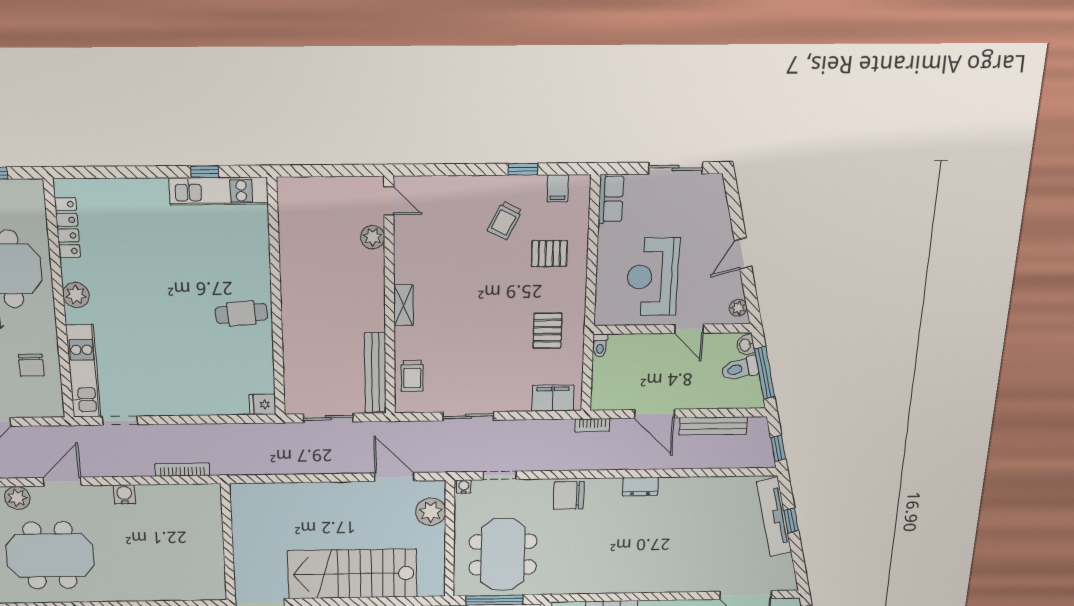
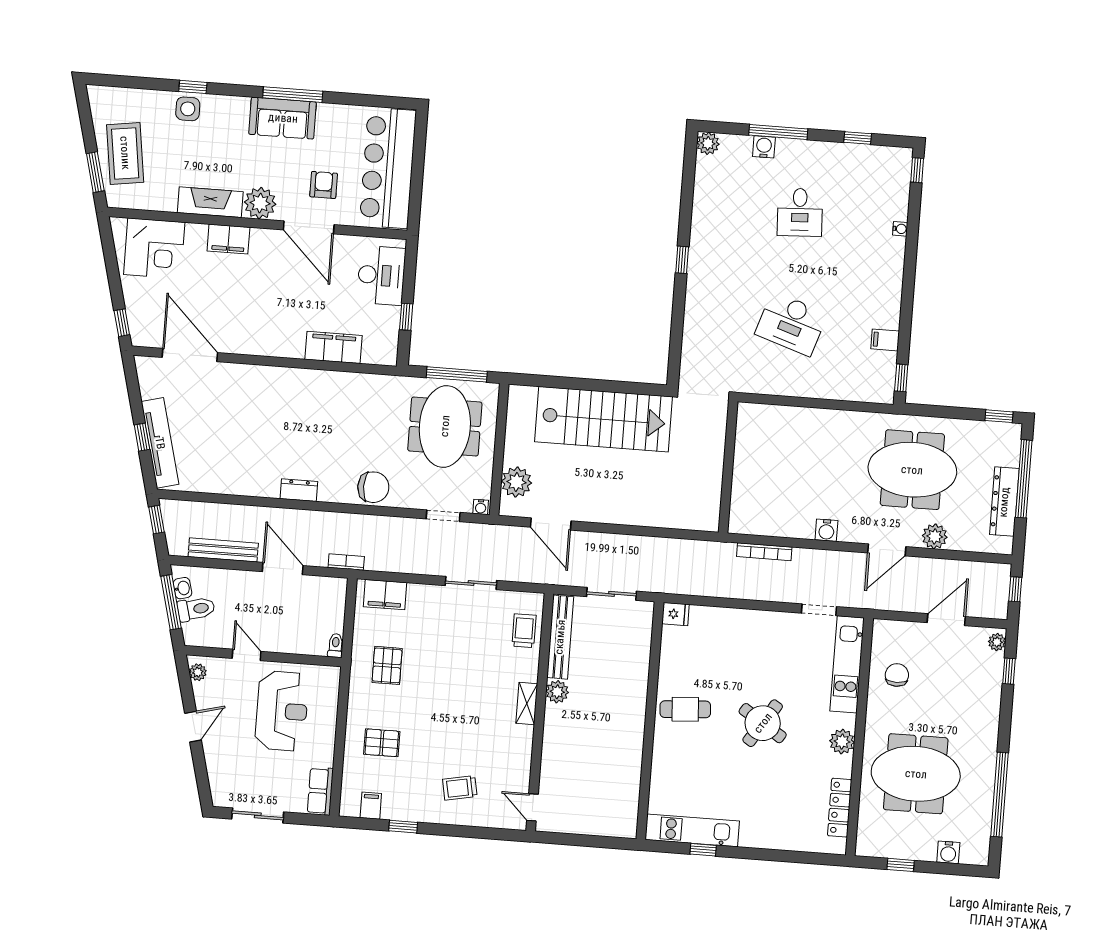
trolley: (505, 220) -> (460, 788), moved, turned -128
plant: (373, 237) -> (557, 692), moved
round table: (160, 306) -> (763, 723), added
washbasin: (745, 345) -> (182, 588), moved

